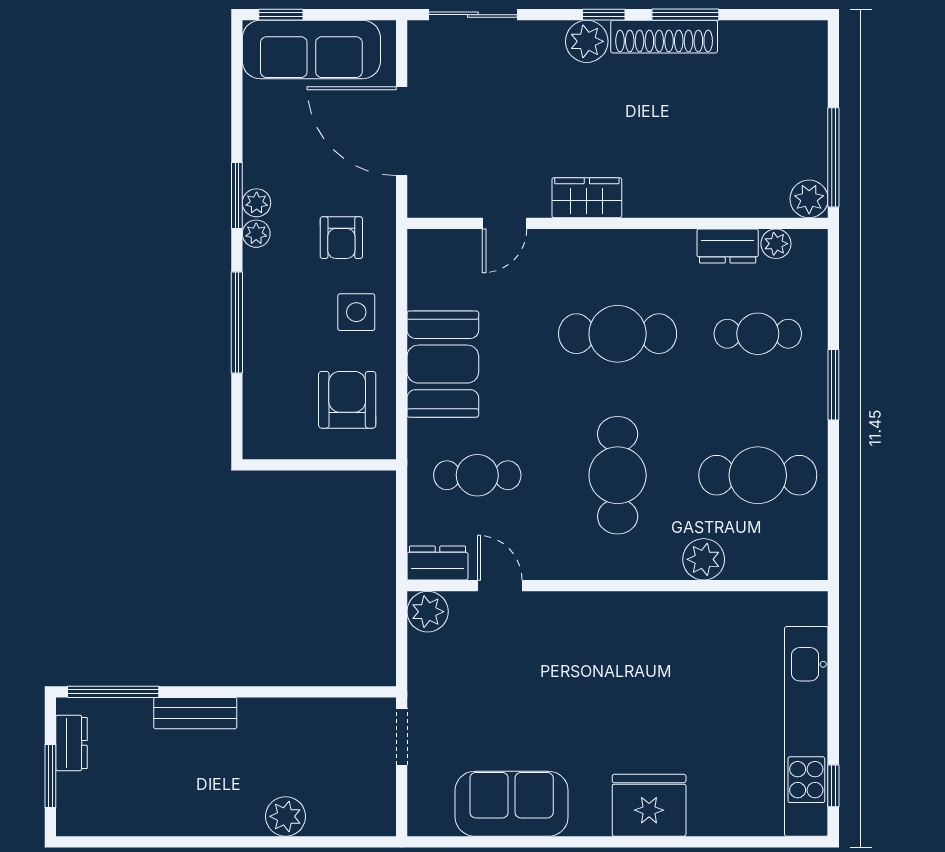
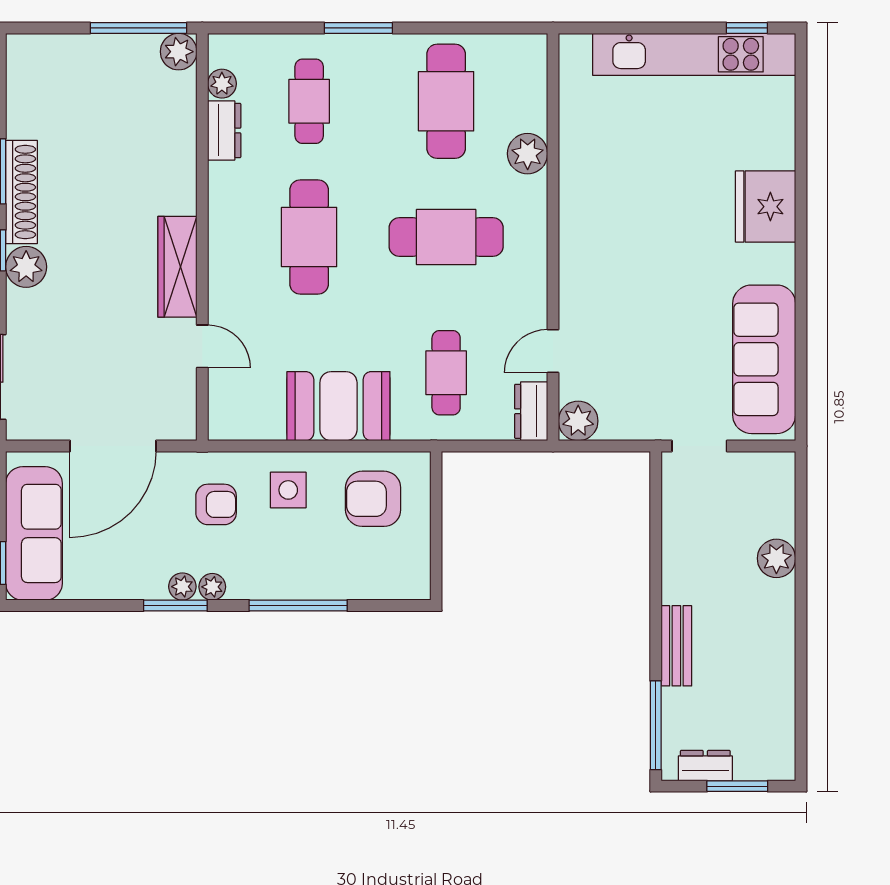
wardrobe: (587, 198) -> (177, 267), width x1.50
sofa: (512, 804) -> (764, 359), width x1.36

